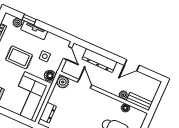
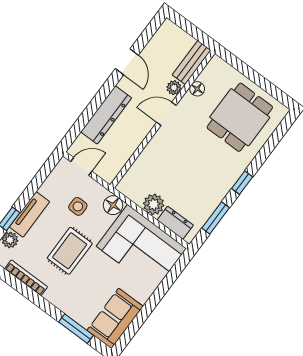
plant: (63, 82) -> (154, 204), moved
door: (85, 84) -> (166, 114), moved

